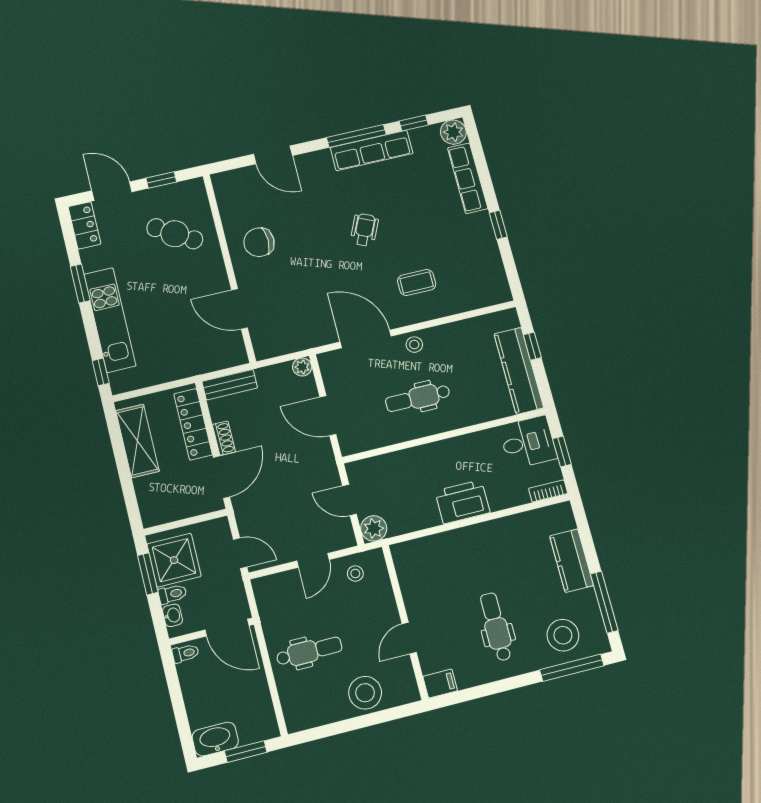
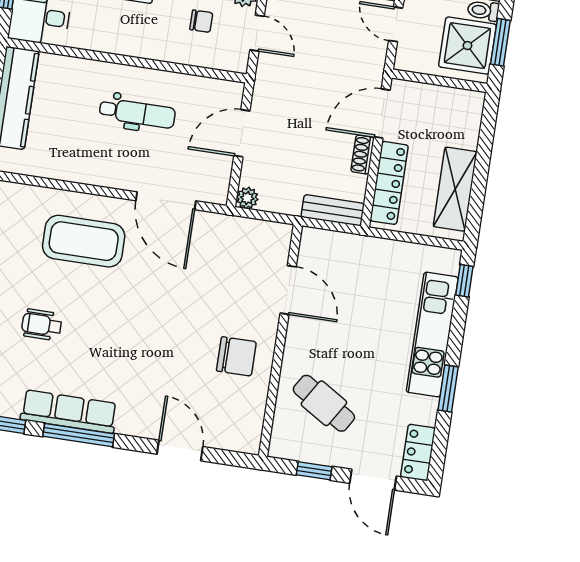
wheelchair: (364, 230) -> (42, 325), moved, turned 65
coffee table: (417, 283) -> (84, 241), width x1.86, depth x1.72
stool: (414, 345) -> (116, 173), removed
door: (328, 416) -> (242, 133), swing flipped
chair: (398, 491) -> (201, 21), added

